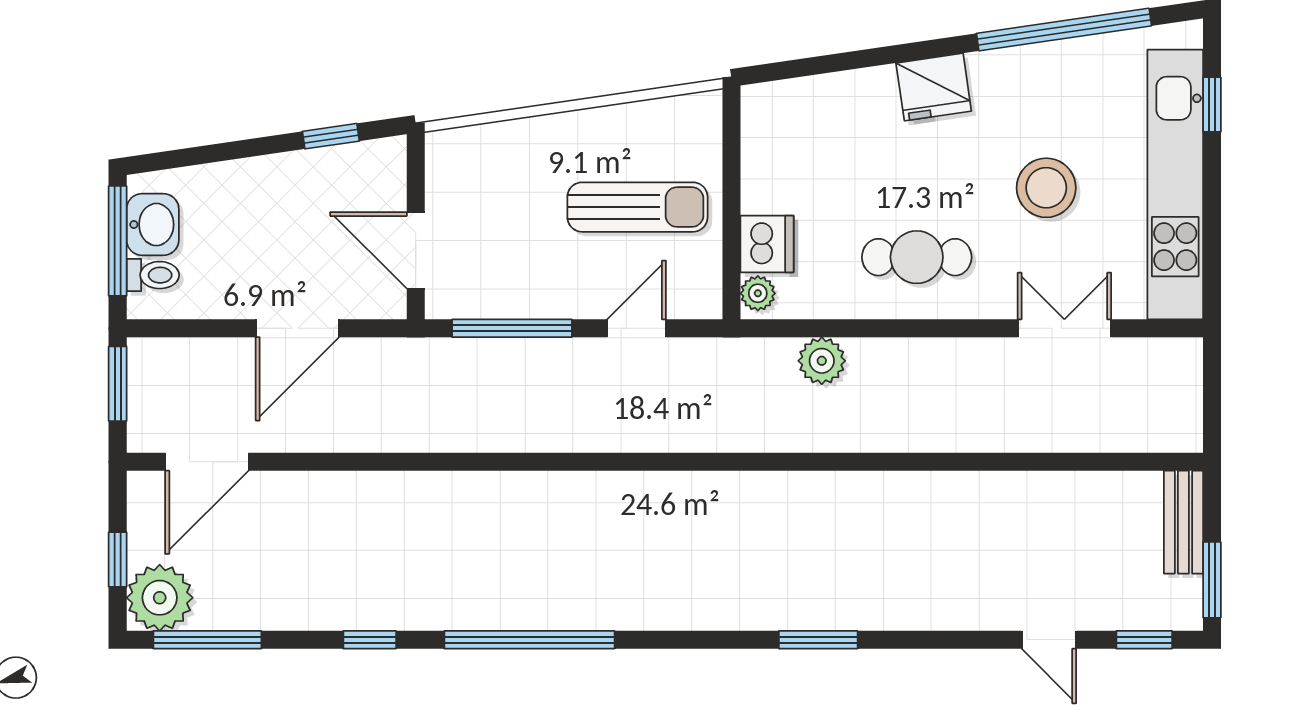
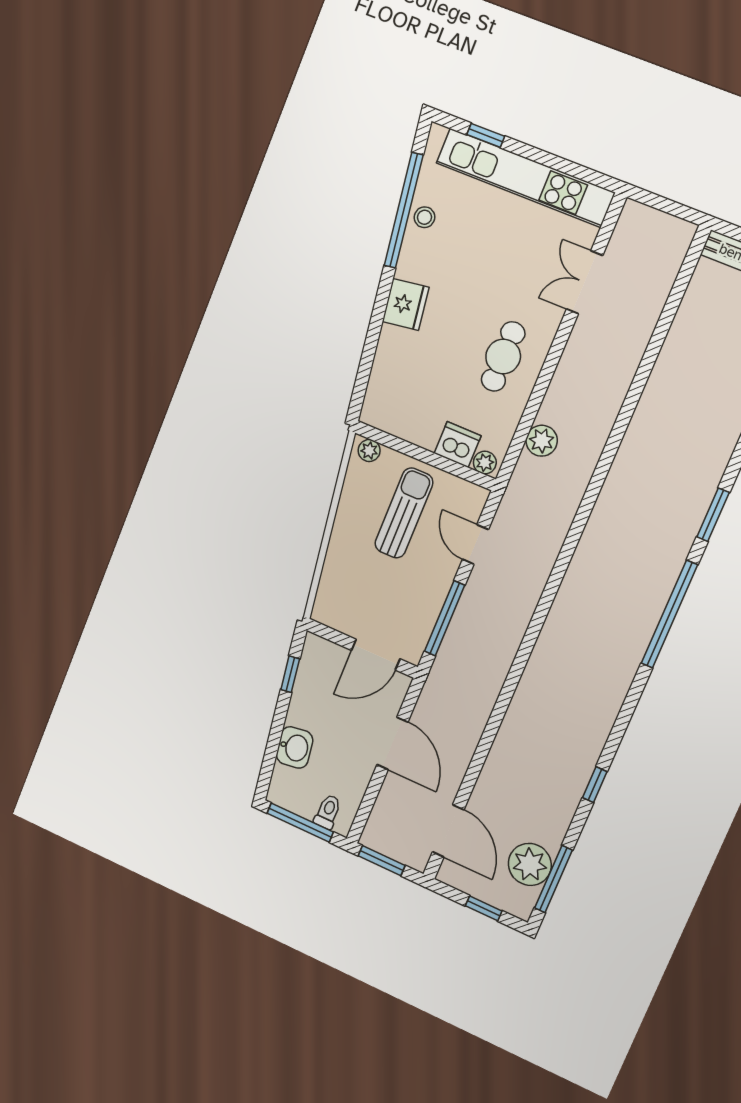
plant: (706, 120) -> (369, 450), added
stool: (1046, 188) -> (424, 217), moved, width x0.53, depth x0.53
washbasin: (153, 225) -> (295, 747), moved, turned 82
plant: (160, 598) -> (530, 864), moved
window: (529, 640) -> (669, 614), moved

